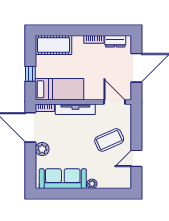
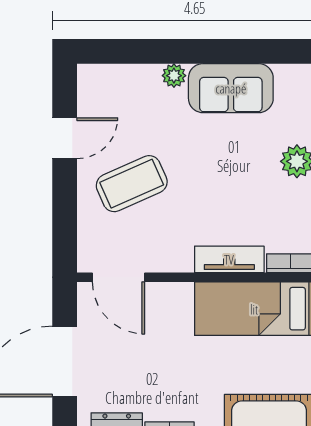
tv unit: (75, 109) -> (229, 259), width x0.71
sofa: (63, 179) -> (231, 88), width x0.73

